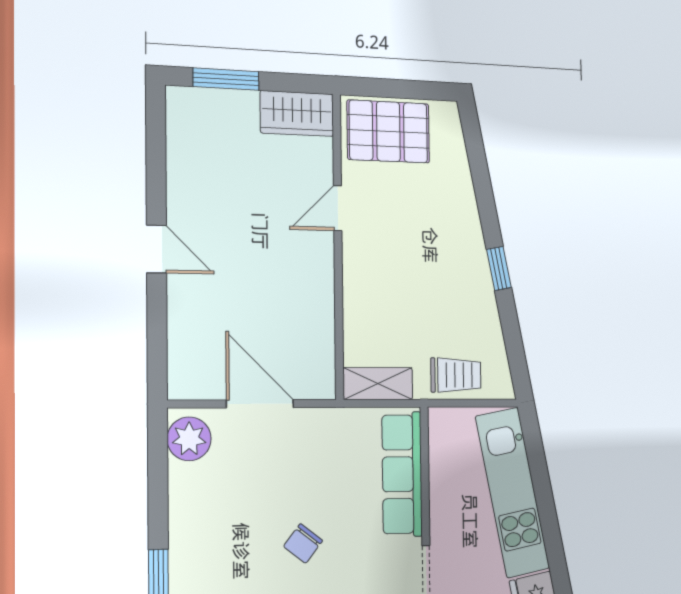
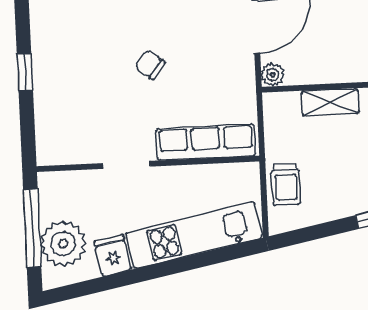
shelving: (378, 384) -> (330, 102), moved, turned 90
plant: (322, 385) -> (273, 75), added

